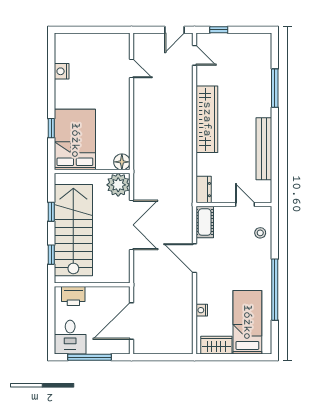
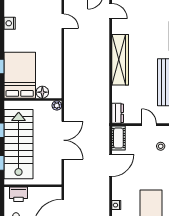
floor lamp: (122, 162) -> (42, 92), moved
plant: (118, 185) -> (57, 105), width x0.53, depth x0.53
door: (194, 258) -> (111, 165), swing flipped

